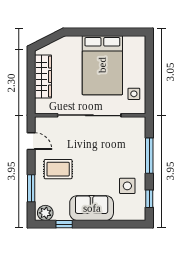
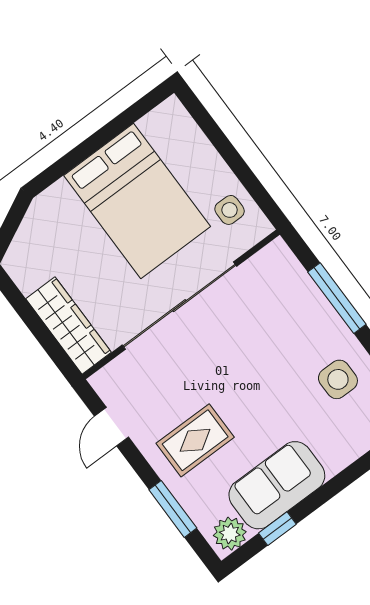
wardrobe: (43, 77) -> (69, 325), moved
door: (31, 141) -> (111, 427), swing flipped
sofa: (92, 208) -> (277, 485), moved

